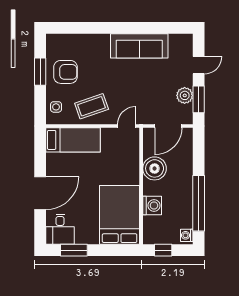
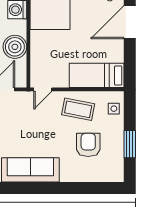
armchair: (66, 72) -> (88, 145), moved, turned 90
coffee table: (92, 106) -> (78, 109), turned 30

